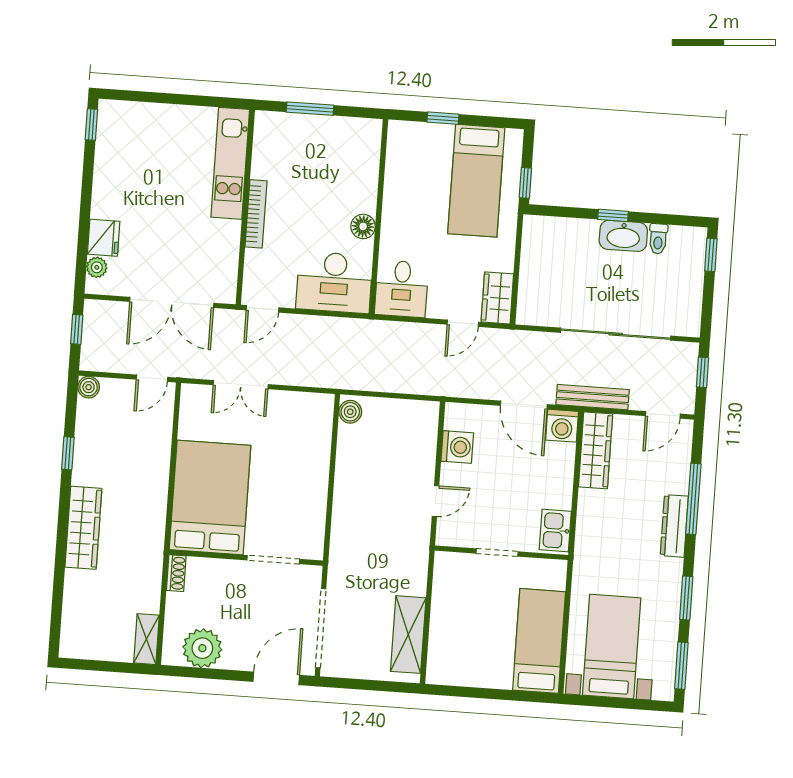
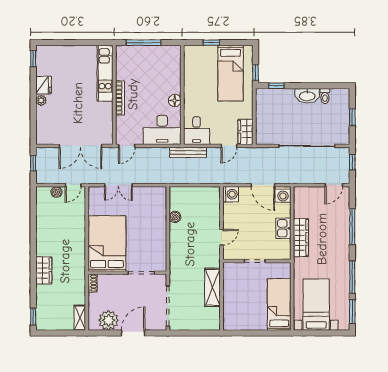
window: (310, 109) -> (144, 43), width x1.44
window: (613, 215) -> (276, 86), moved
fridge: (104, 238) -> (43, 85), moved
window: (711, 255) -> (352, 117), moved
plant: (97, 267) -> (41, 100), moved
boiler: (89, 387) -> (56, 192), moved
bench: (593, 397) -> (188, 152), moved
boiler: (350, 412) -> (175, 217), moved
washing machine: (457, 447) -> (231, 194), moved
wardrobe: (595, 450) -> (301, 238), moved
window: (68, 453) -> (33, 317), moved
dresser: (674, 526) -> (344, 241), removed
wardrobe: (83, 528) -> (44, 270), width x0.67
kitchen sink: (555, 530) -> (283, 228), moved
window: (686, 598) -> (352, 277), width x1.44
shelving: (408, 635) -> (212, 287), moved
door: (276, 678) -> (133, 333), moved

